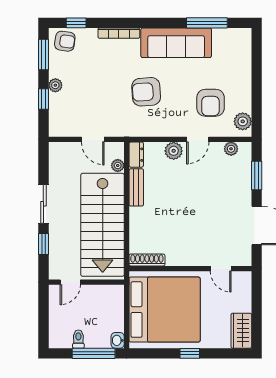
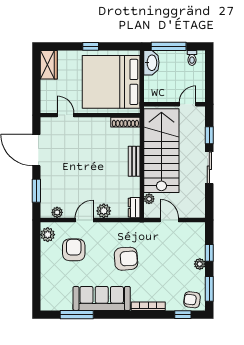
bench: (136, 187) -> (134, 161), moved
toilet: (78, 339) -> (192, 58), moved
washbasin: (118, 340) -> (151, 63), width x1.91, depth x1.45

